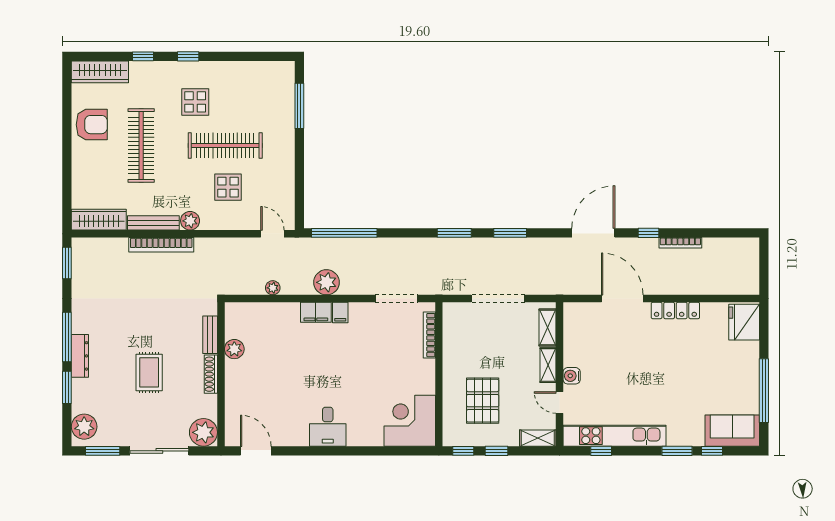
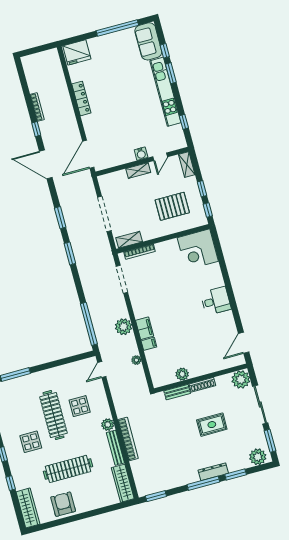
door: (622, 299) -> (88, 154), moved
filing cabinet: (340, 312) -> (149, 344), moved
shelving: (548, 327) -> (129, 240), moved
kitchen unit: (615, 436) -> (165, 92), moved

